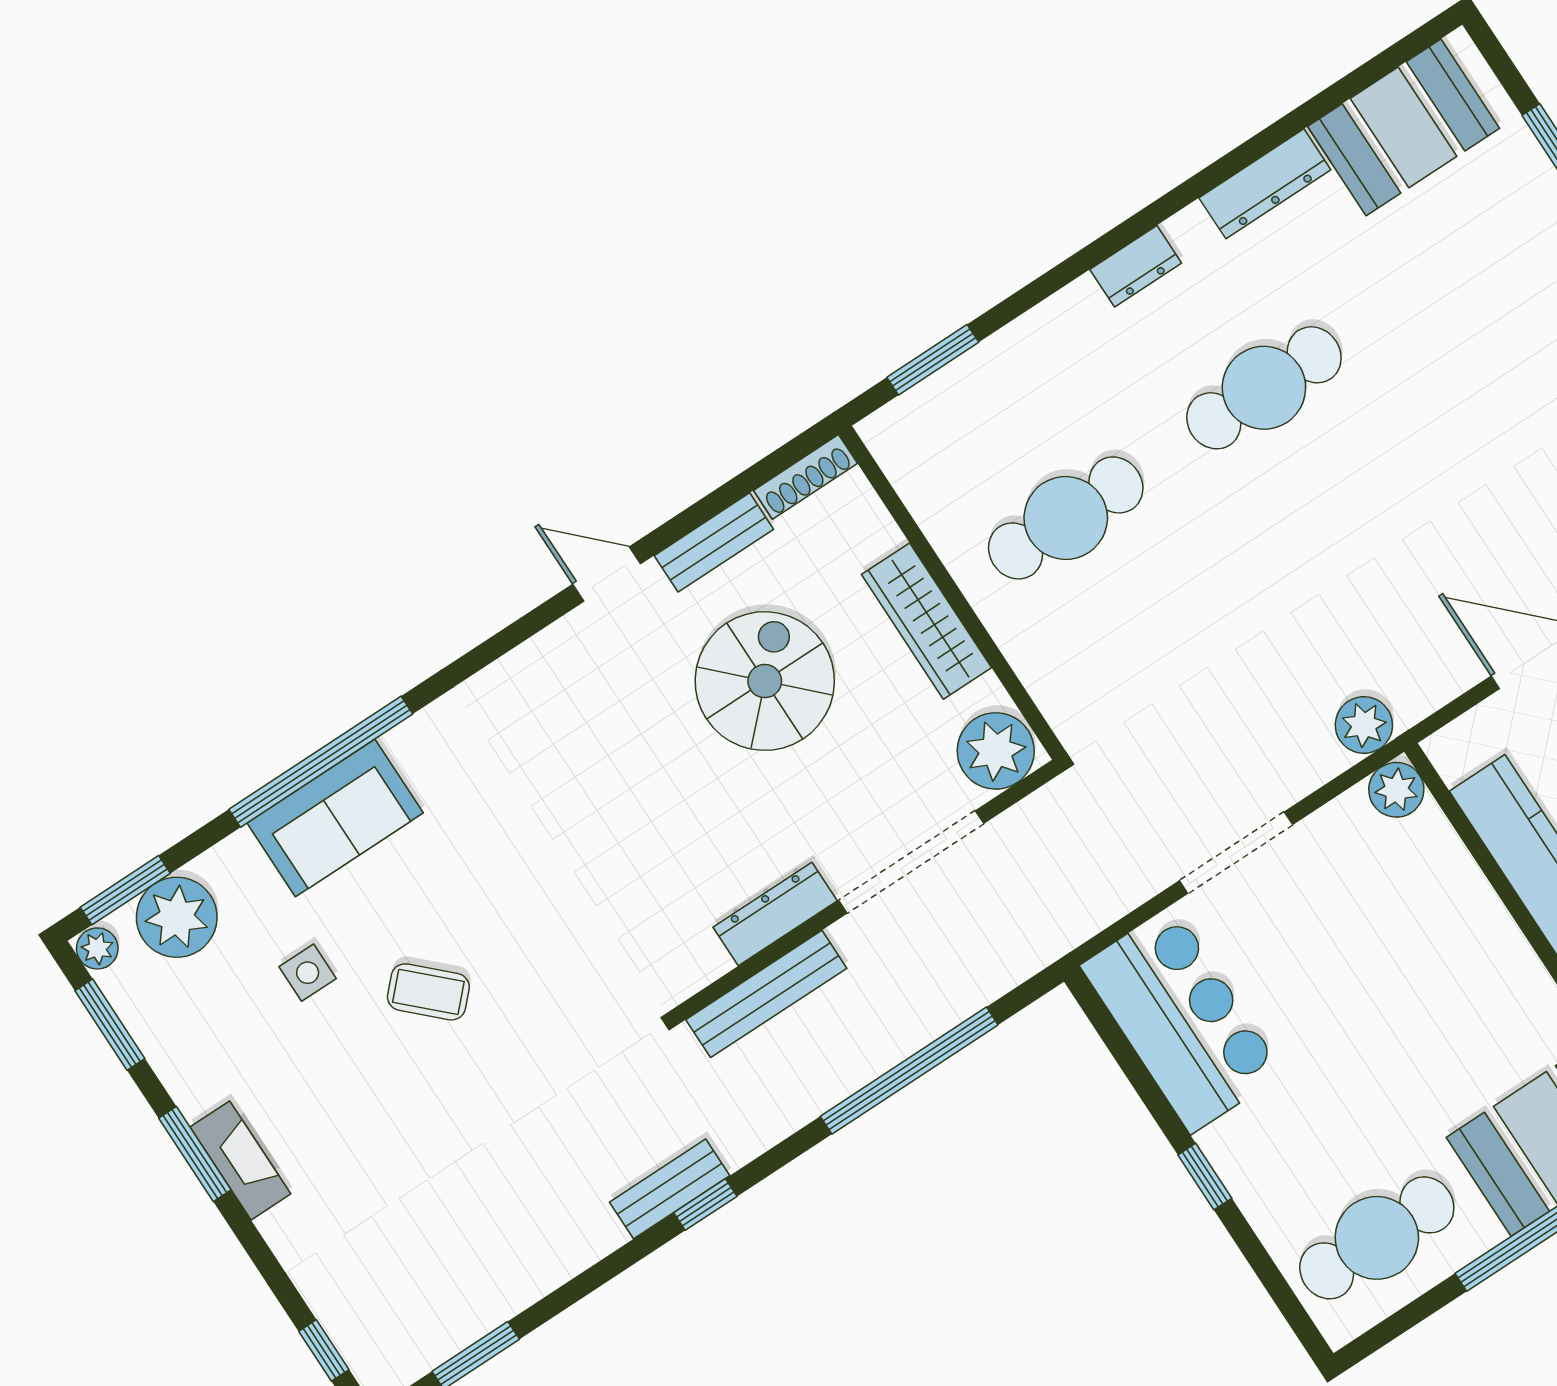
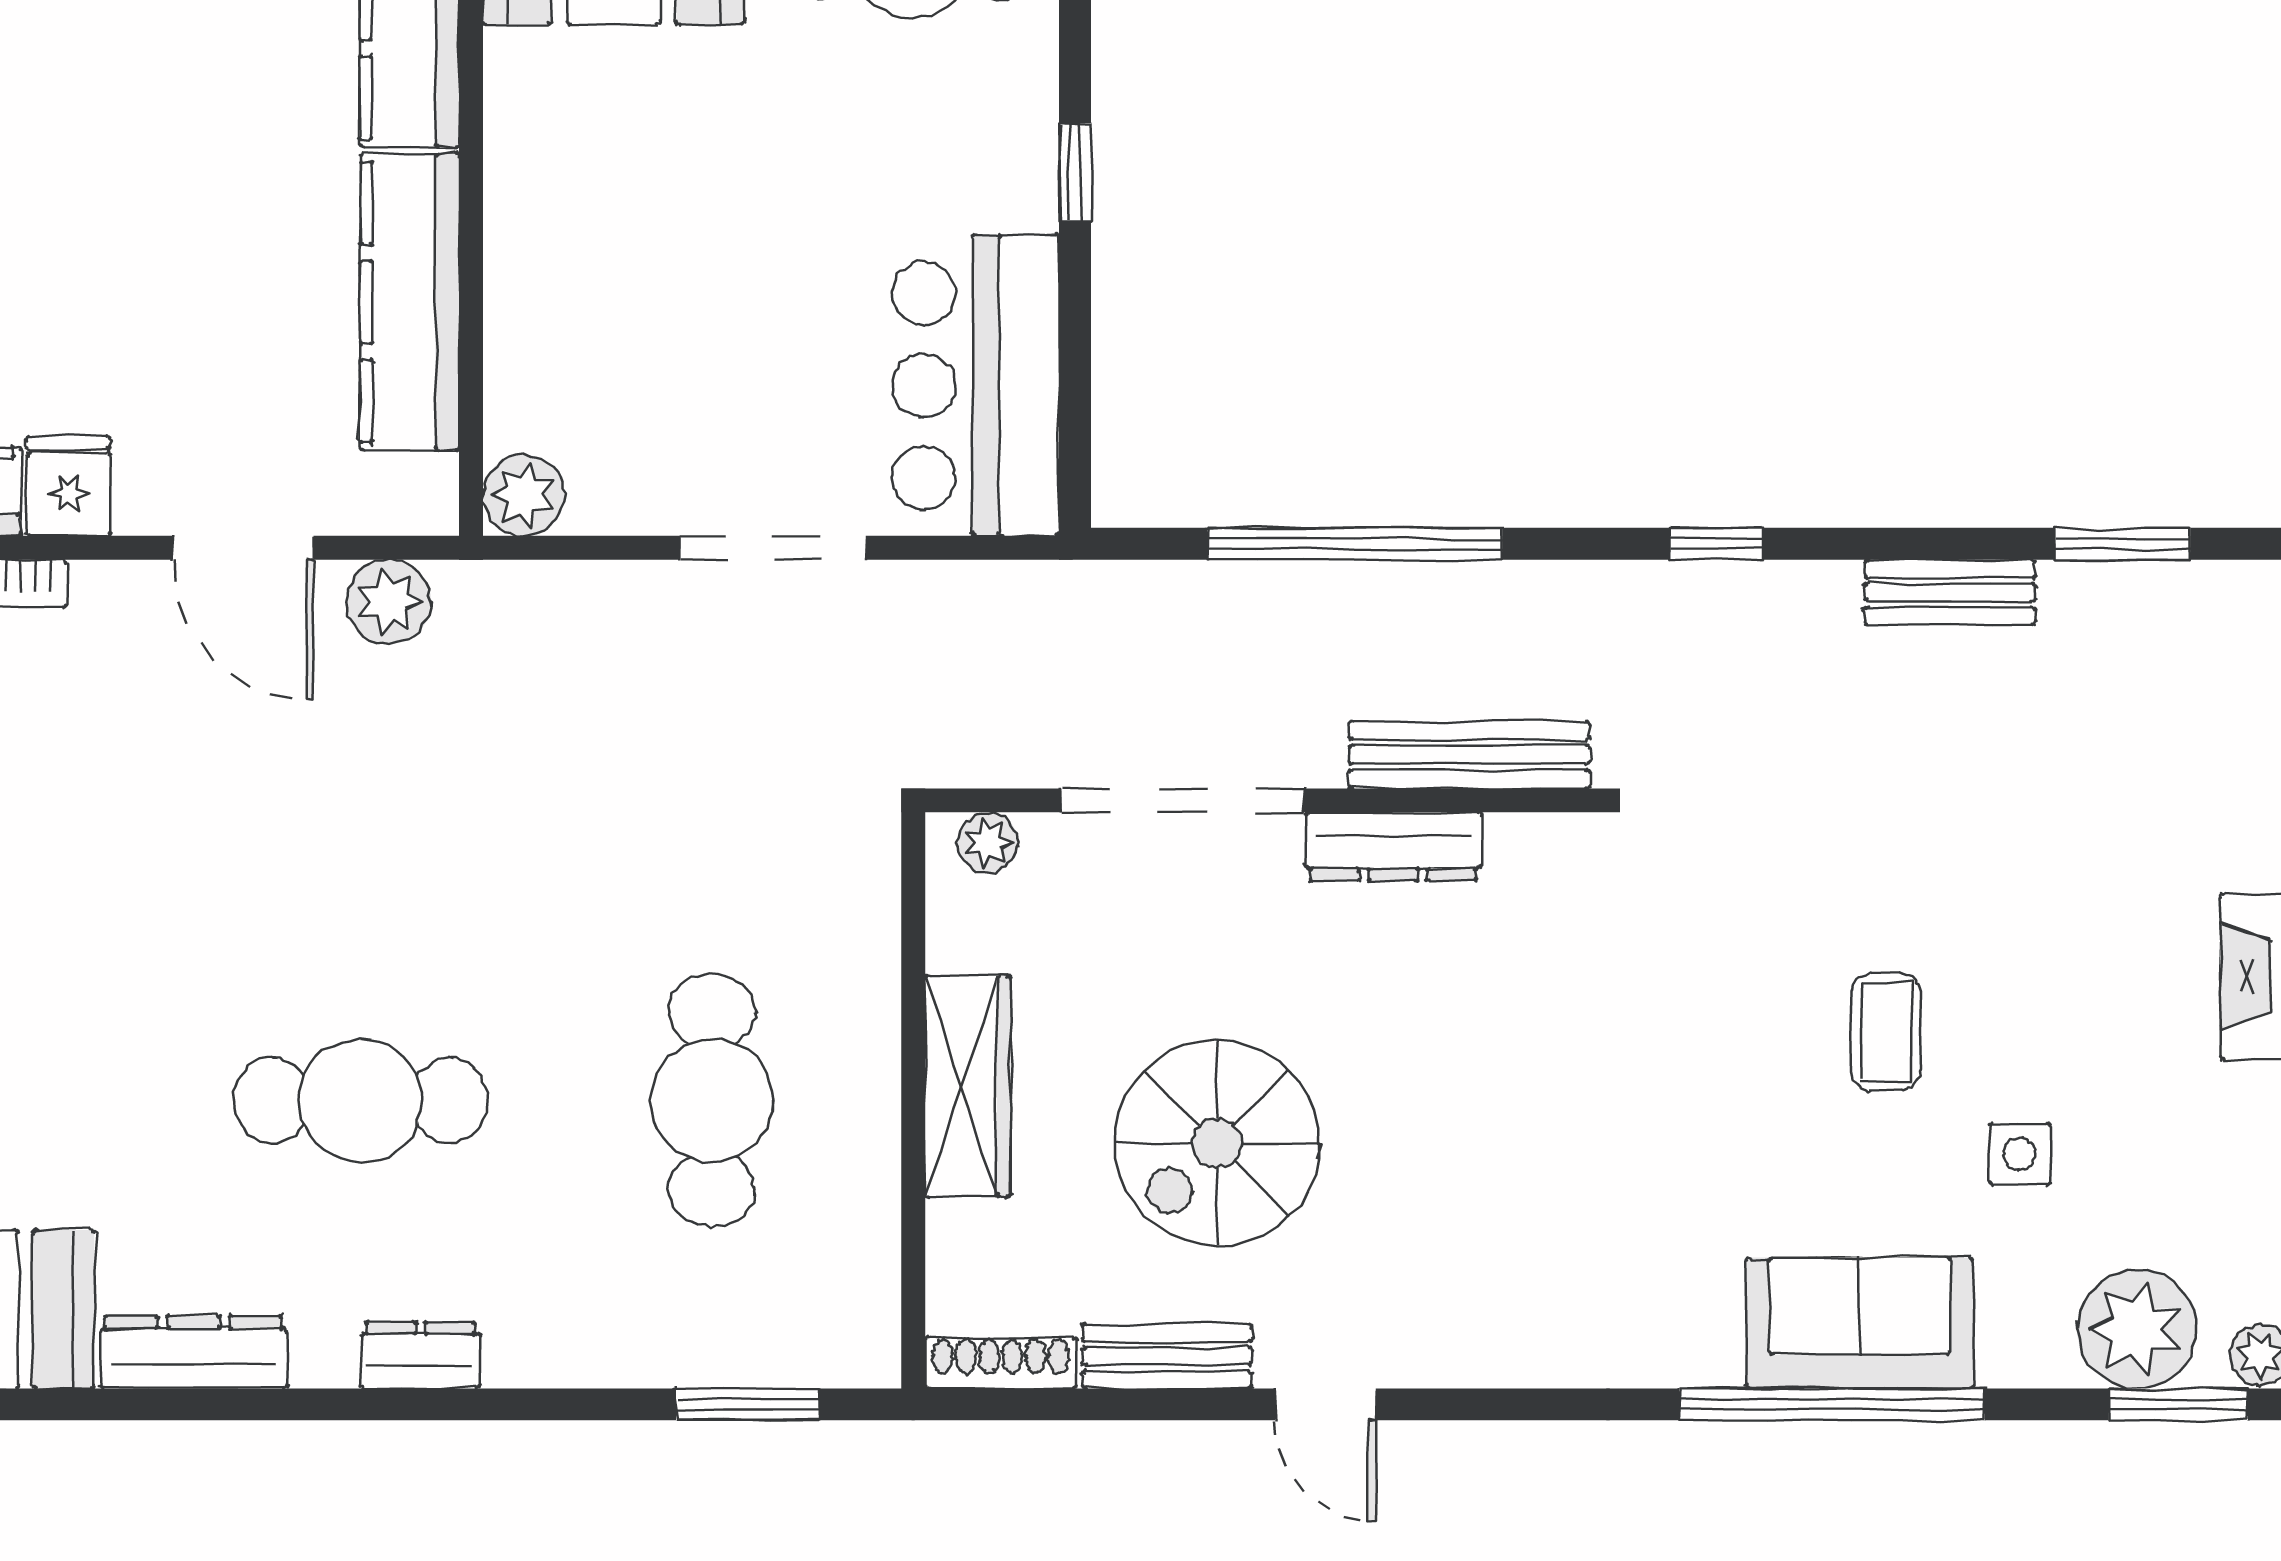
cafe table: (1066, 518) -> (712, 1100), turned 90
plant: (1364, 725) -> (389, 602), moved
plant: (996, 751) -> (988, 843), width x0.53, depth x0.53
coffee table: (428, 992) -> (1886, 1032), turned 46
bench: (670, 1189) -> (1950, 592), moved

